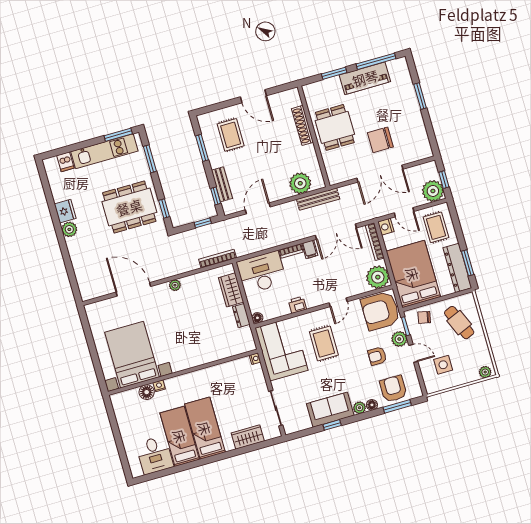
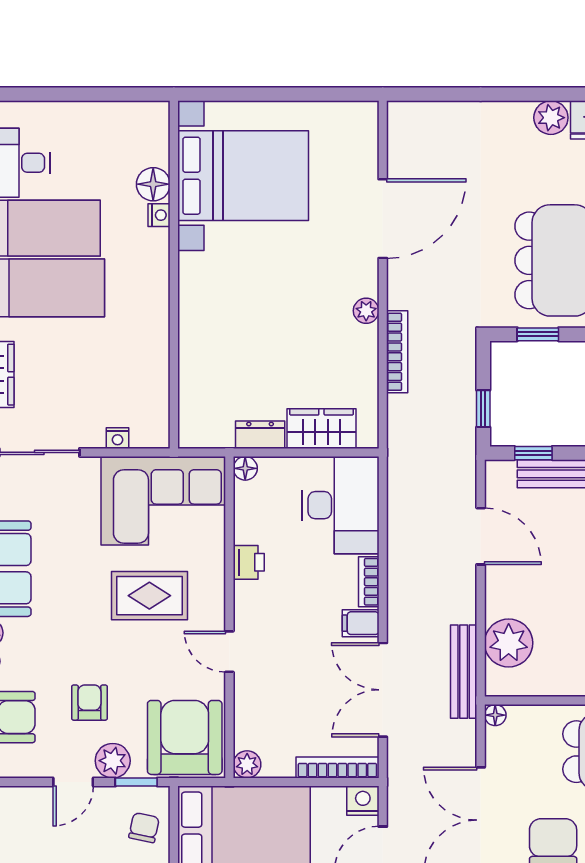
floor lamp: (333, 180) -> (495, 715), added
bookcase: (218, 259) -> (397, 352), moved
plant: (378, 277) -> (247, 764), width x0.53, depth x0.53
nightstand: (255, 359) -> (117, 438), moved
side table: (443, 365) -> (30, 839), removed

